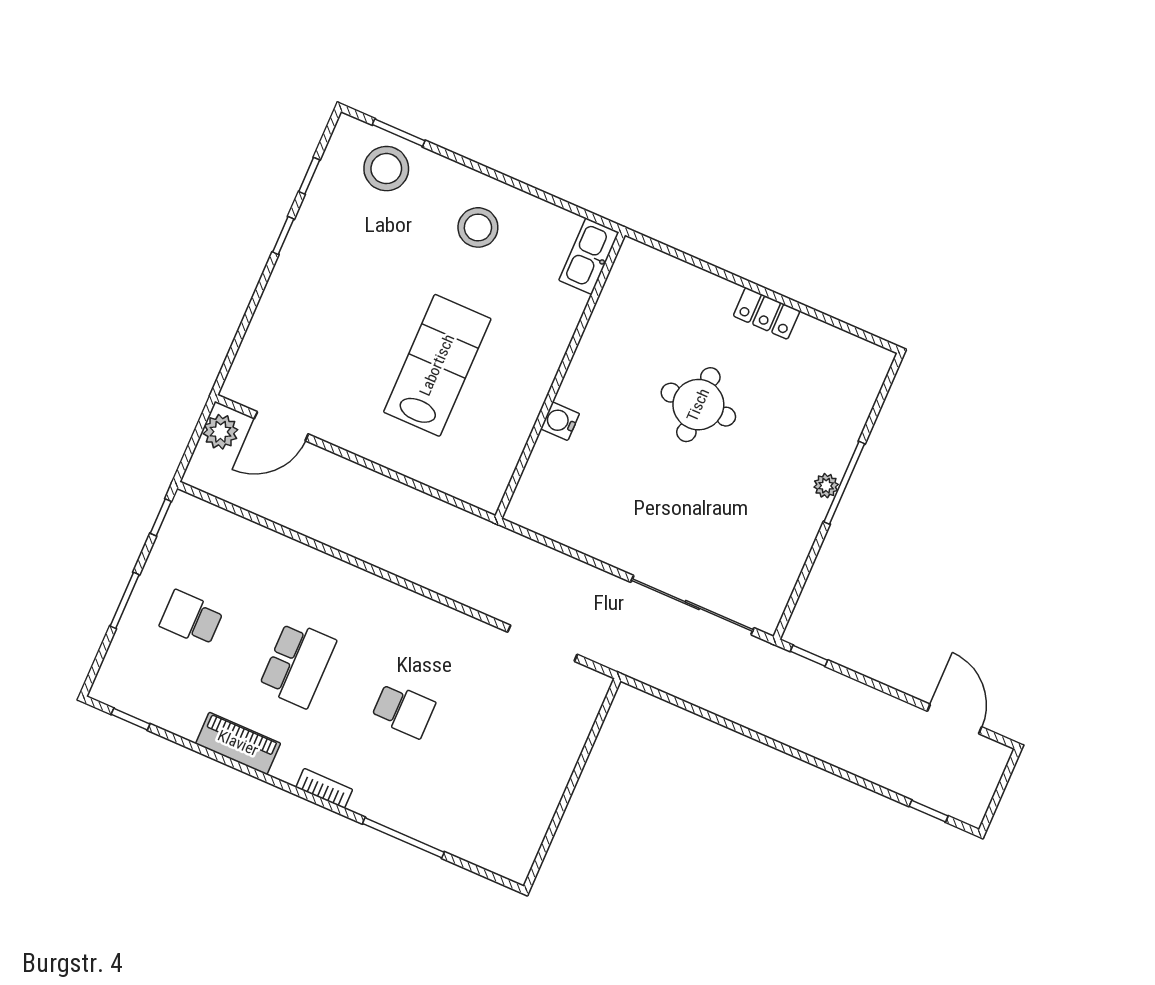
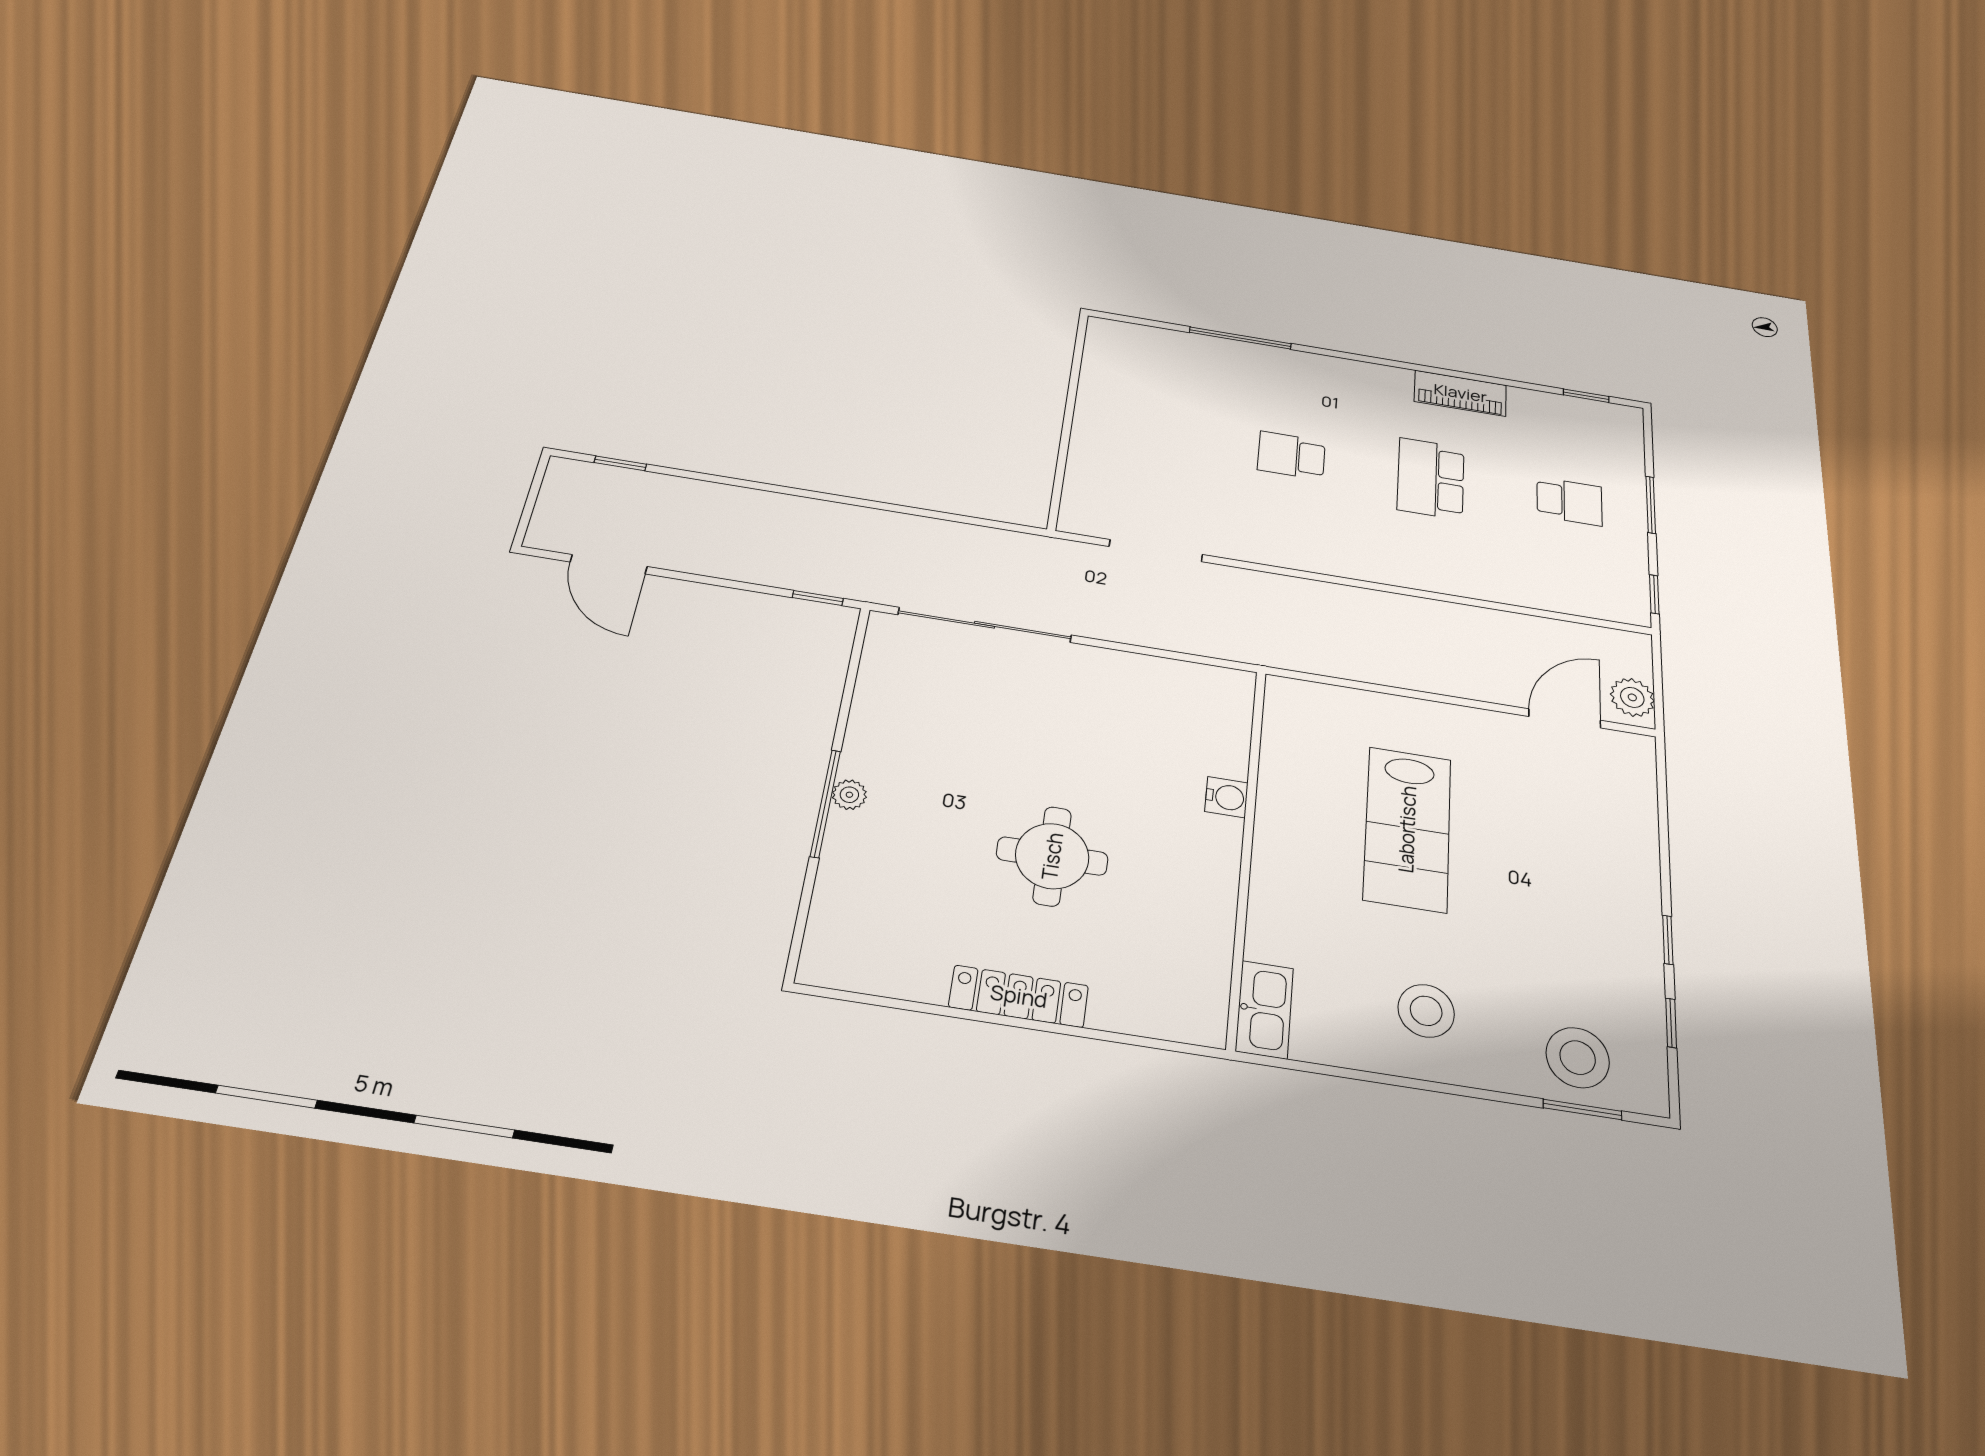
locker: (767, 313) -> (1019, 996), width x1.53
bookcase: (324, 788) -> (1347, 368), removed

